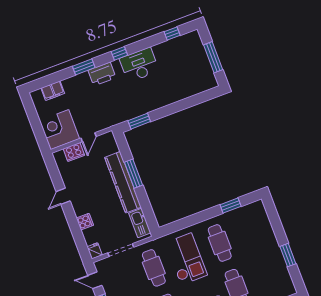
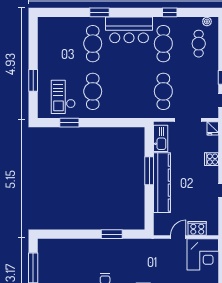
window: (139, 121) -> (112, 234), moved
window: (133, 174) -> (149, 171), moved
window: (288, 255) -> (33, 80), moved
checkout: (186, 259) -> (63, 97), moved, width x0.73, depth x0.83

